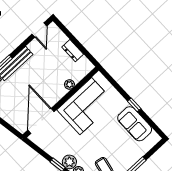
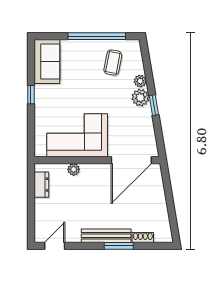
dresser: (73, 51) -> (41, 185), moved
sofa: (135, 124) -> (47, 61), moved

